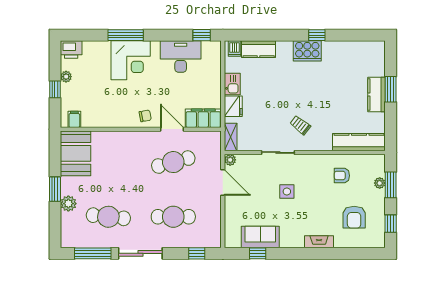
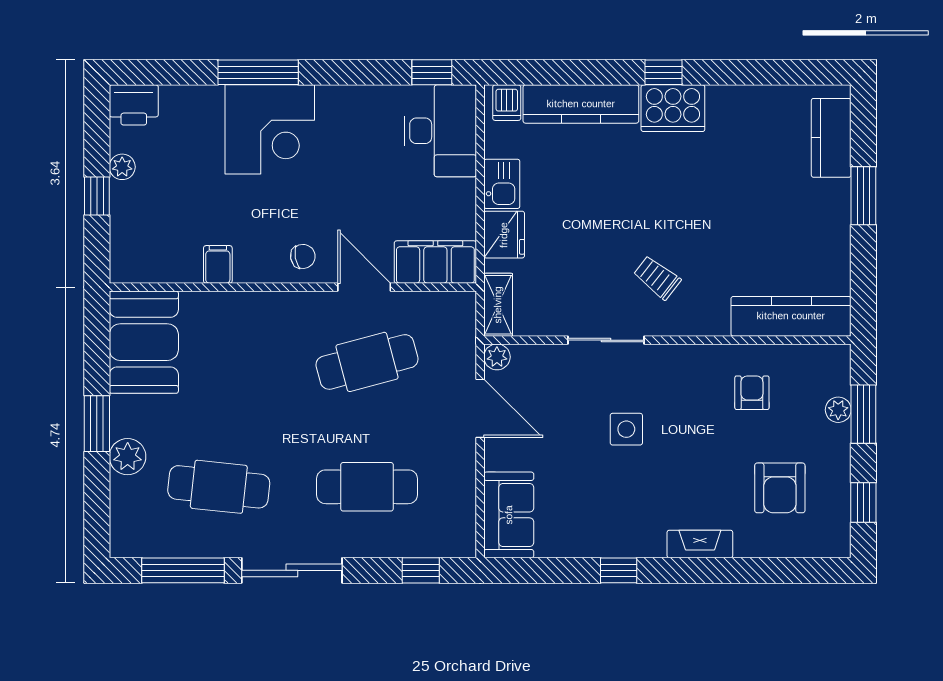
window: (317, 35) -> (663, 72), moved
kitchen counter: (259, 49) -> (581, 104), width x1.50
desk: (181, 57) -> (440, 131), moved, turned 90
kitchen counter: (377, 95) -> (831, 138), moved
filing cabinet: (74, 119) -> (218, 264), moved
armchair: (342, 176) -> (752, 393), turned 90
sofa: (260, 237) -> (509, 515), moved, turned 90
window: (258, 253) -> (619, 570), moved

